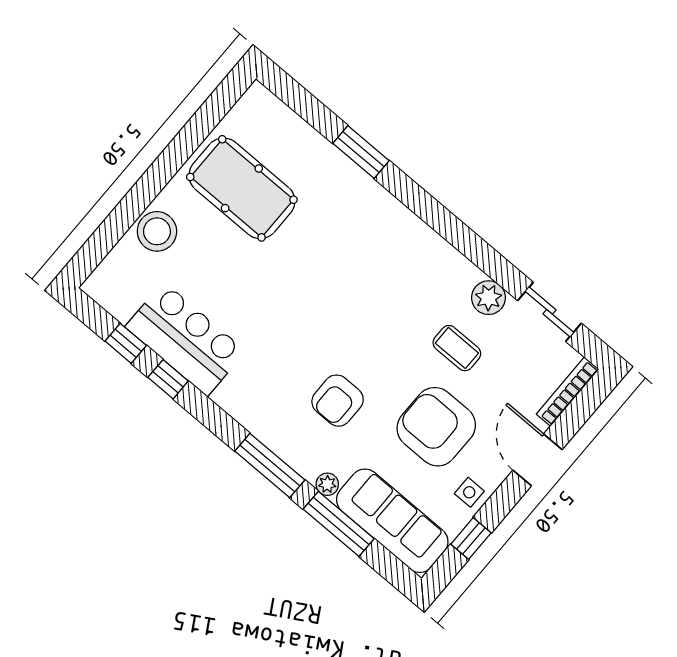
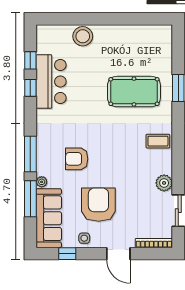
pool table: (242, 188) -> (134, 92), moved, turned 90
coffee table: (457, 348) -> (158, 141), moved, turned 90
door: (538, 460) -> (118, 254), swing flipped

